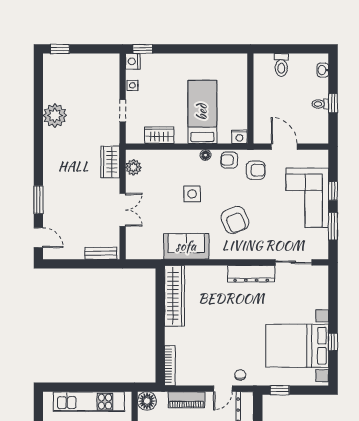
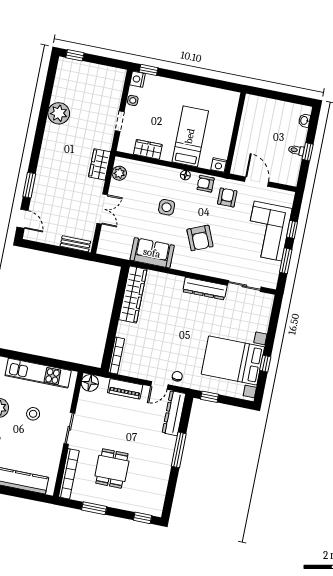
toilet: (281, 65) -> (269, 109), removed
armchair: (256, 170) -> (227, 197), turned -90

